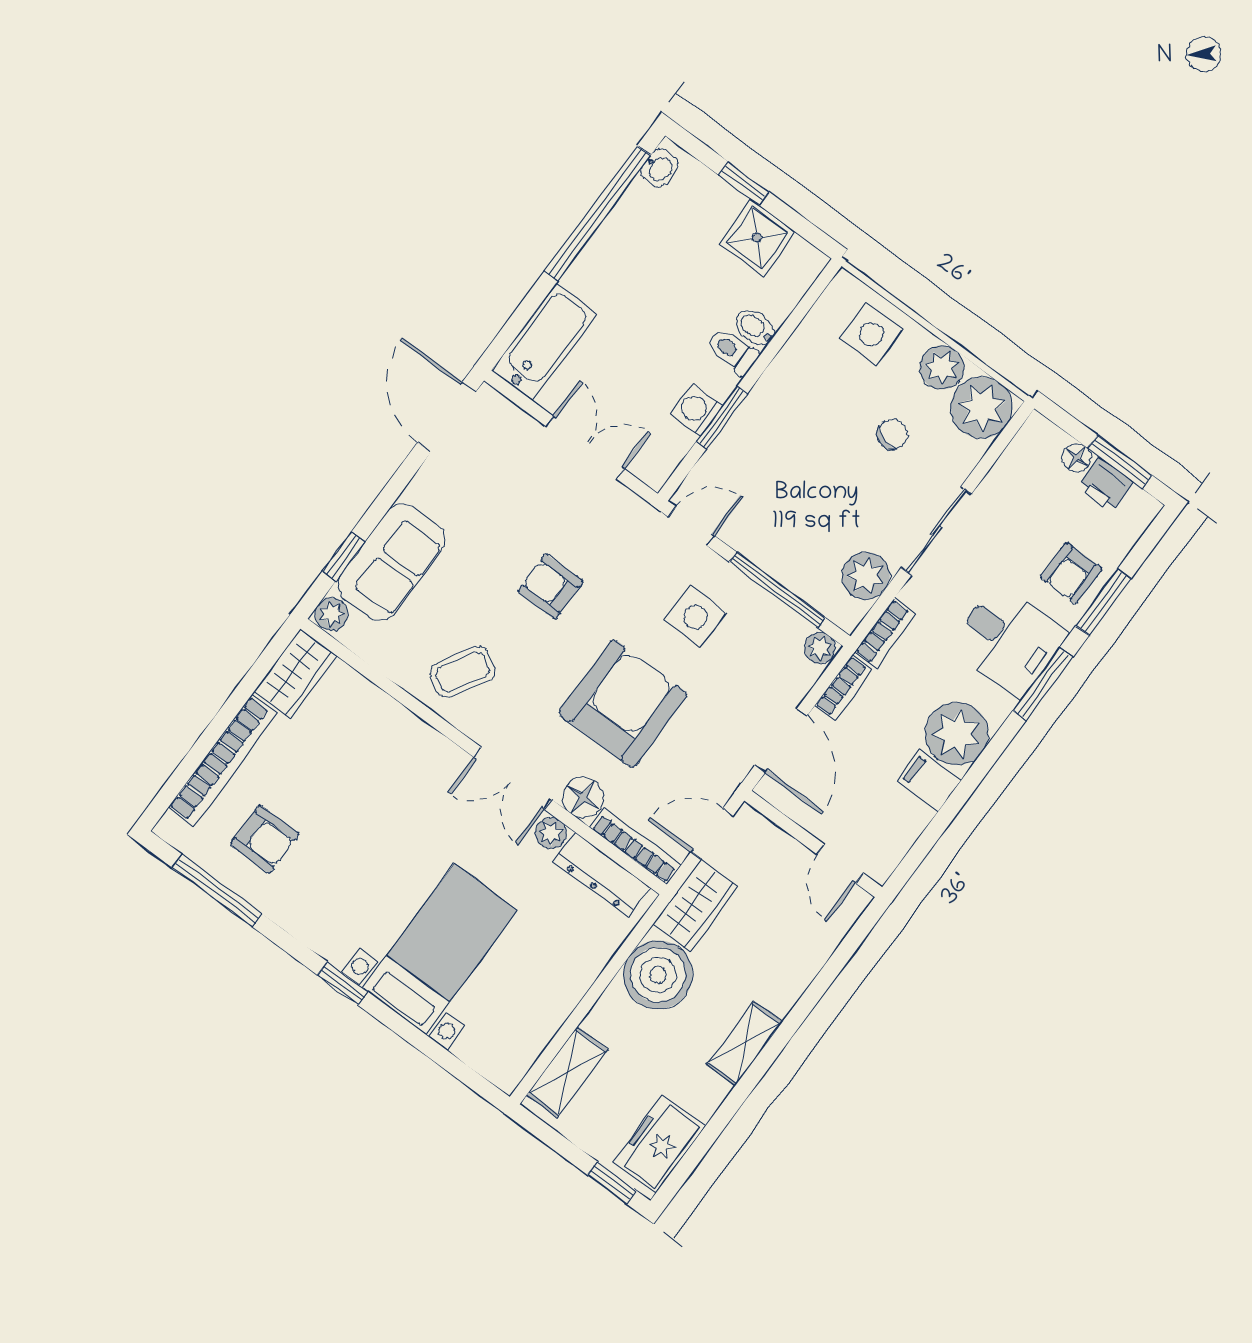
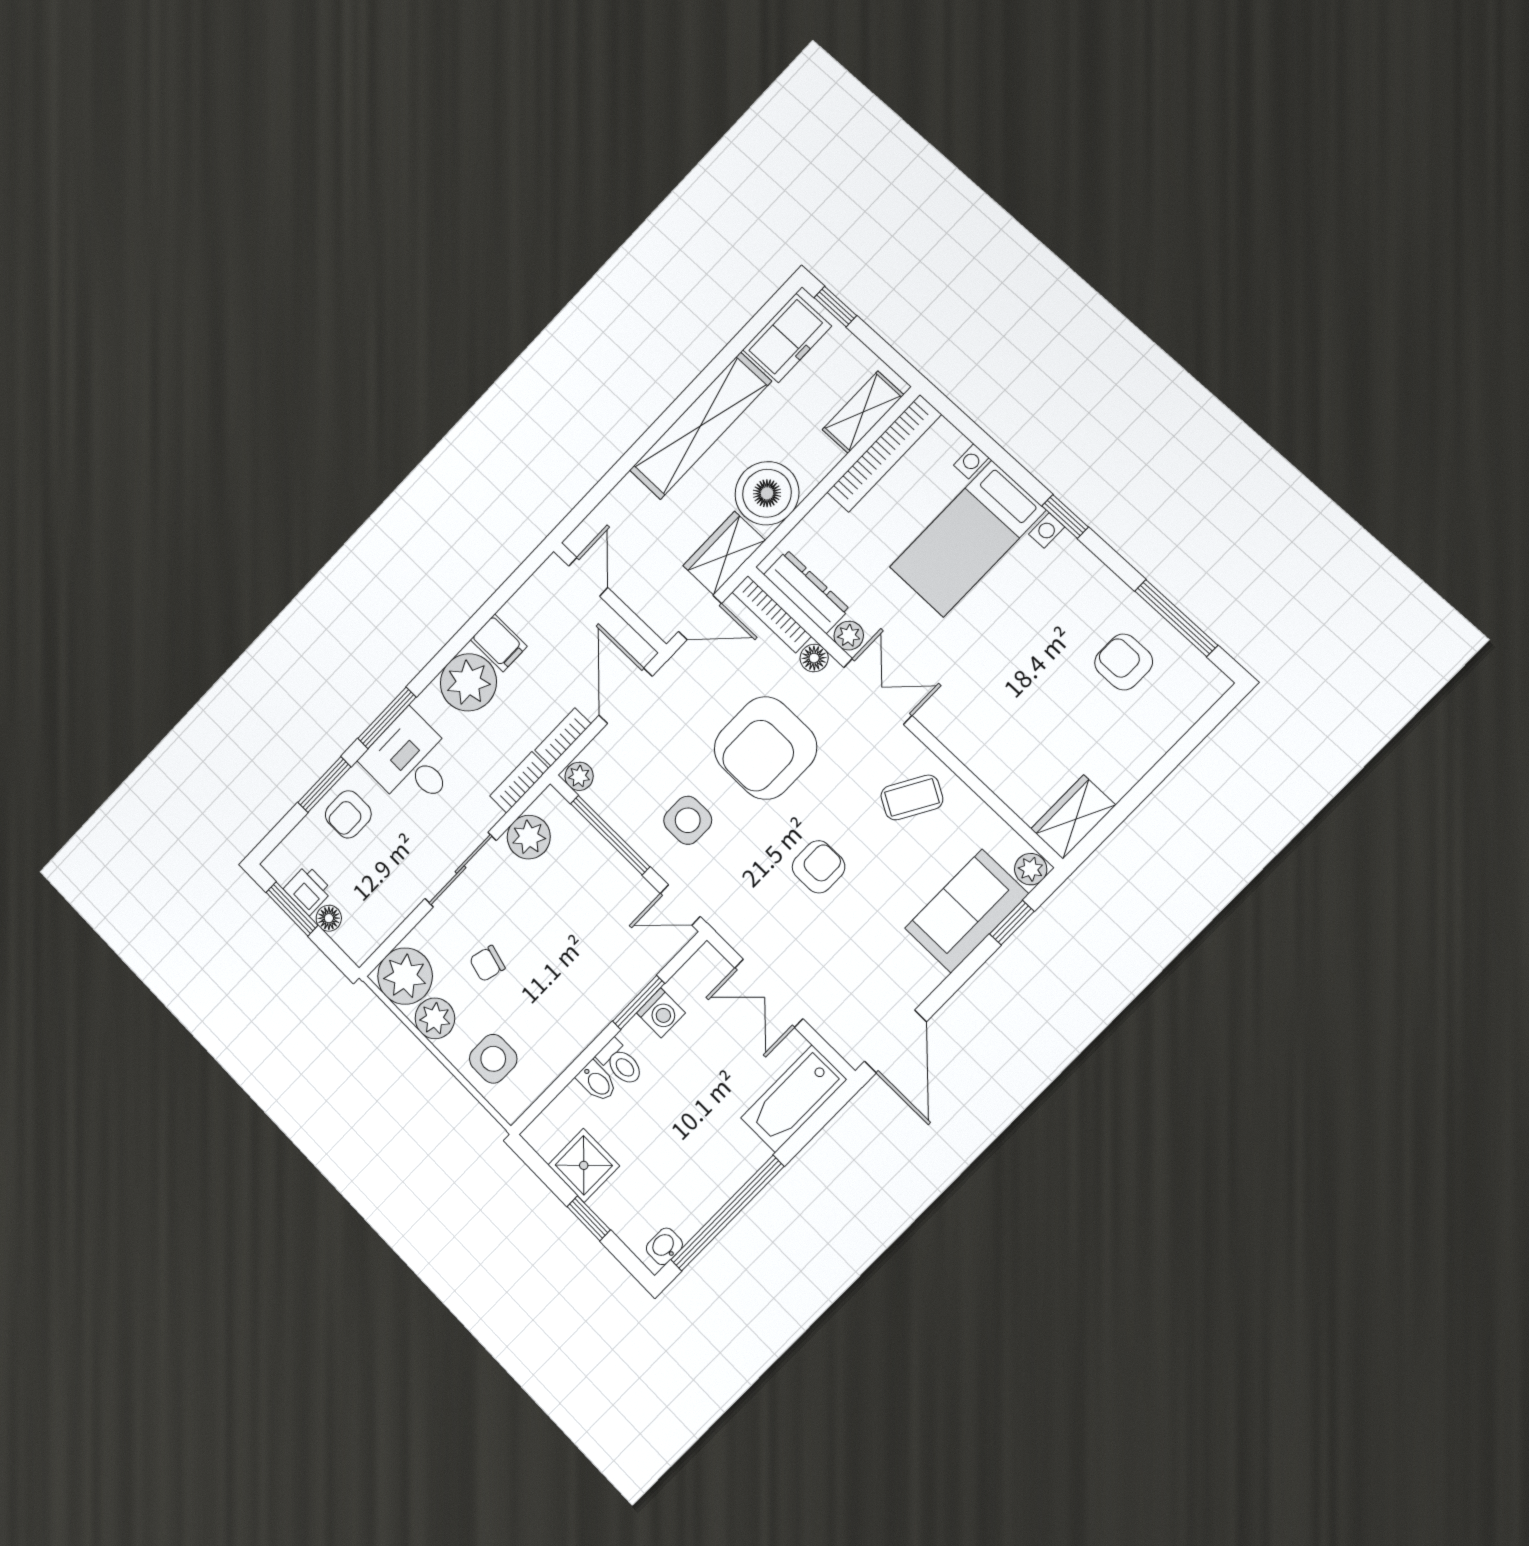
armchair: (1071, 573) -> (348, 814), turned 180
armchair: (550, 587) -> (819, 867), turned -90
bookcase: (223, 761) -> (884, 453), moved, turned 180
floor lamp: (583, 797) -> (814, 658), width x0.73, depth x0.73
shelving: (745, 1043) -> (700, 426), width x2.20, depth x1.33

